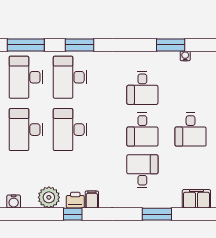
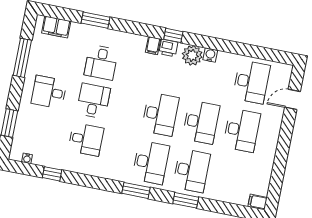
window: (26, 45) -> (186, 200), width x0.69
window: (171, 45) -> (52, 174), width x0.67
water cooler: (185, 56) -> (27, 158), moved
desk: (142, 88) -> (86, 139), turned 90
desk: (191, 130) -> (49, 92), turned -90
water cooler: (14, 202) -> (210, 55), moved

